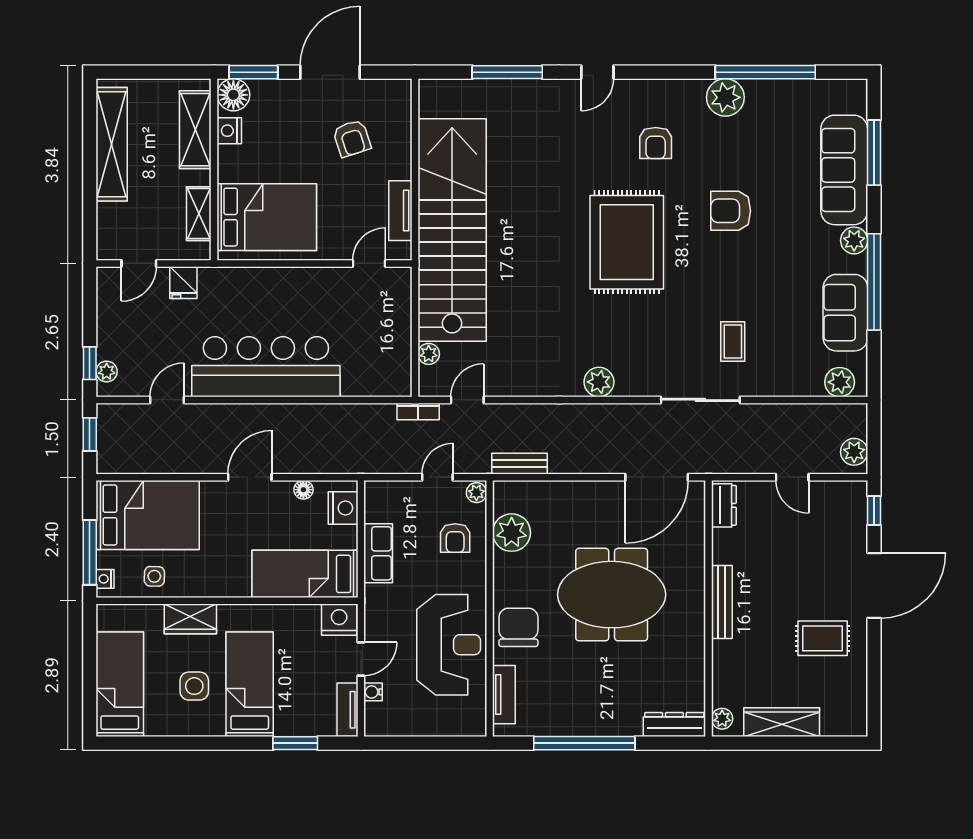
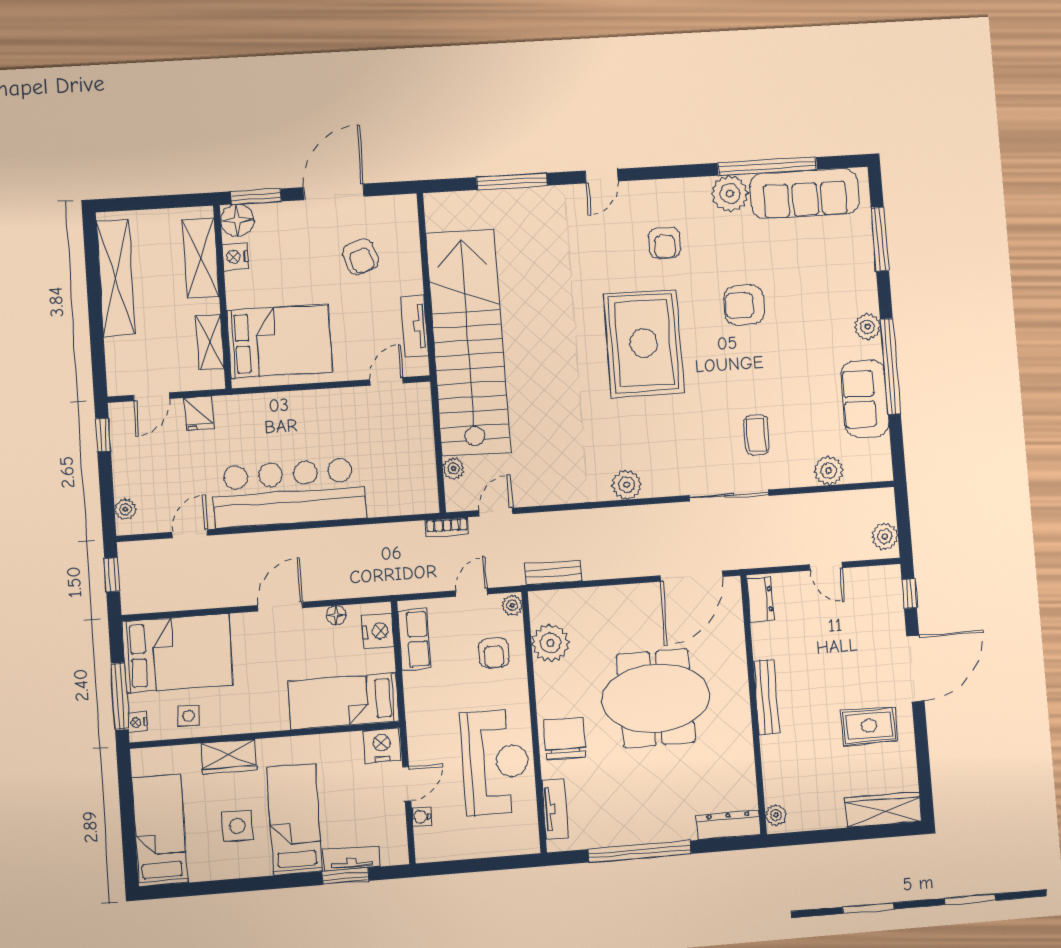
sofa: (844, 170) -> (805, 193), moved, turned -90
window: (90, 363) -> (103, 435), moved
plant: (840, 382) -> (829, 471), moved
row of seats: (378, 553) -> (414, 639), moved
tv unit: (347, 710) -> (352, 858), moved, turned 90
wardrobe: (782, 722) -> (883, 810), moved

